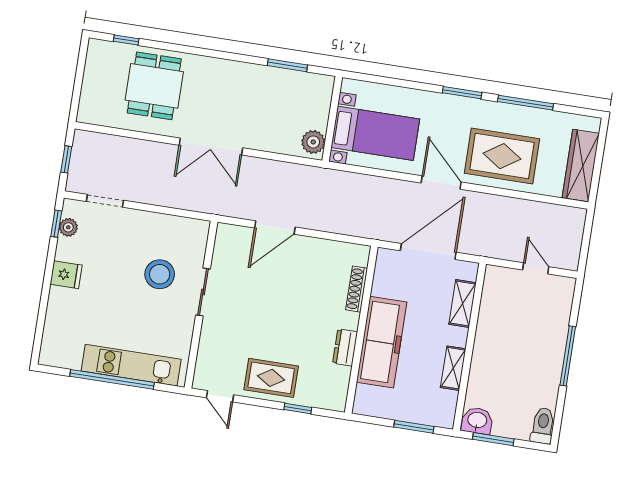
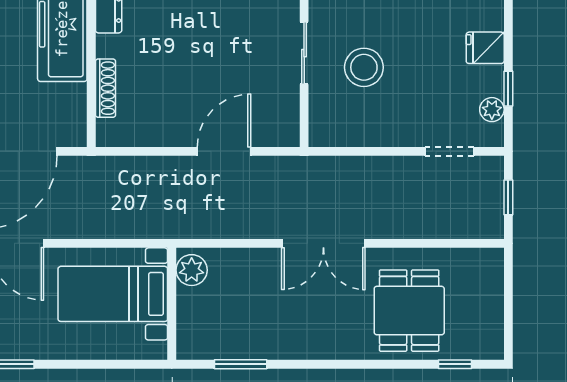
double door: (211, 146) -> (323, 243), swing flipped
window: (56, 224) -> (508, 89), moved

